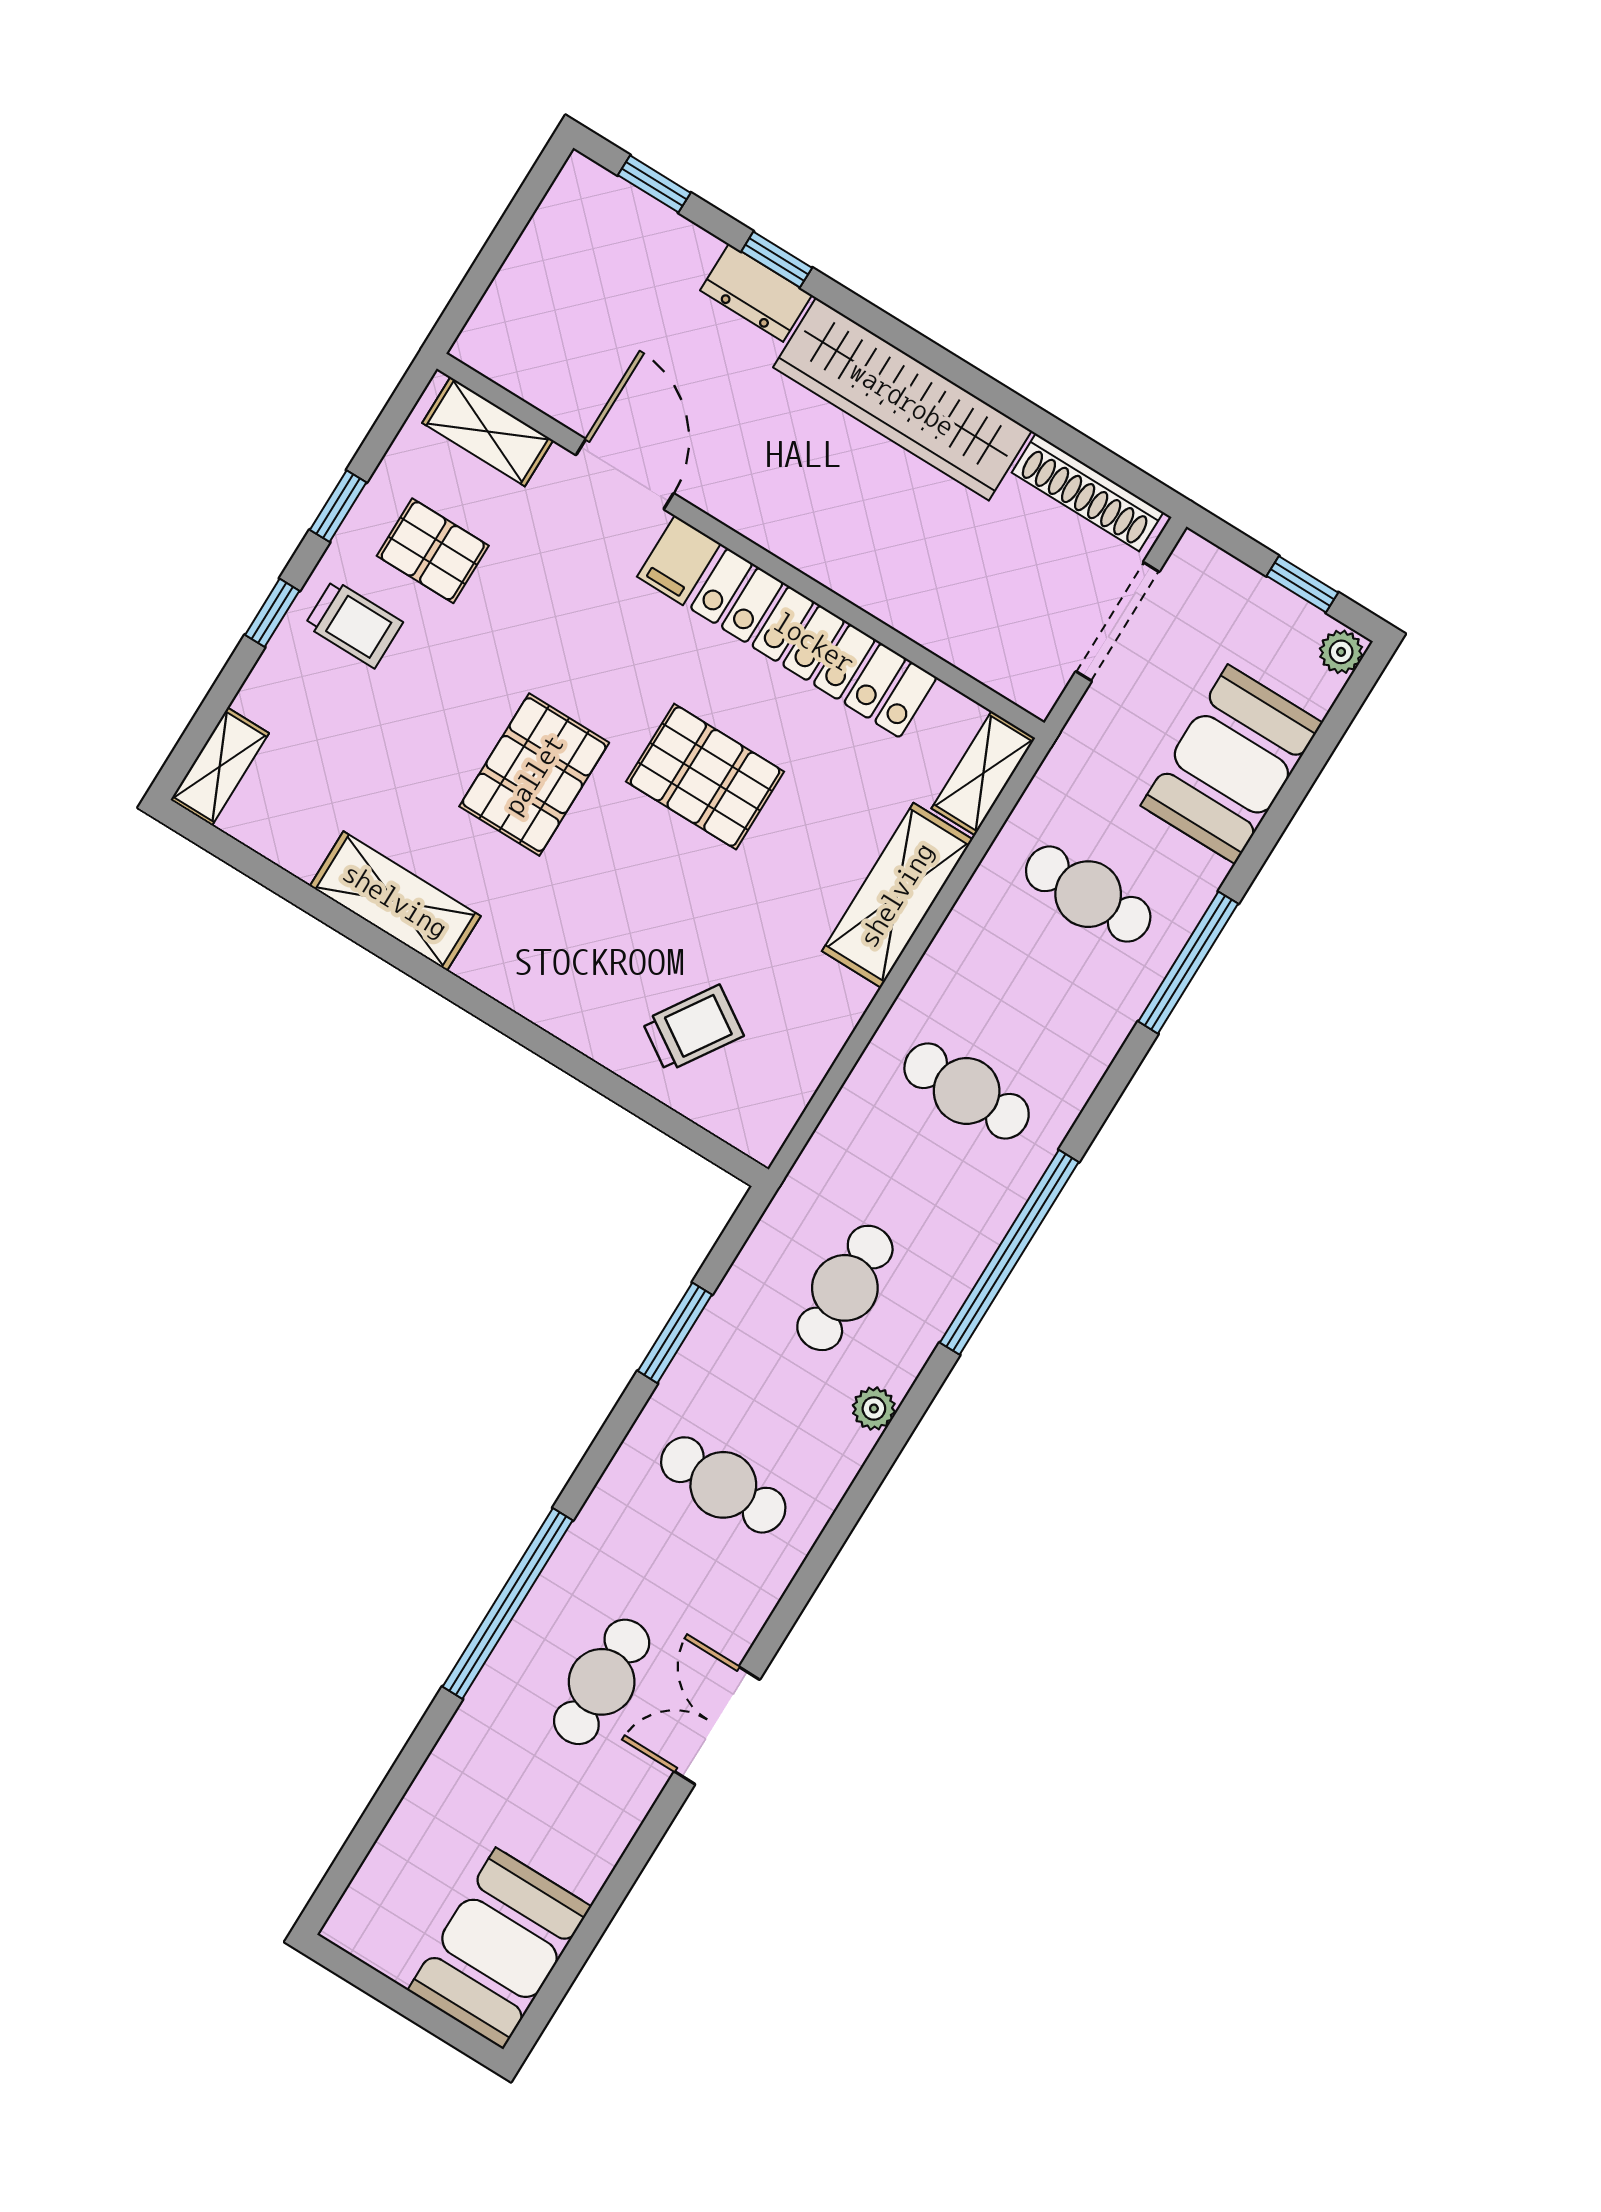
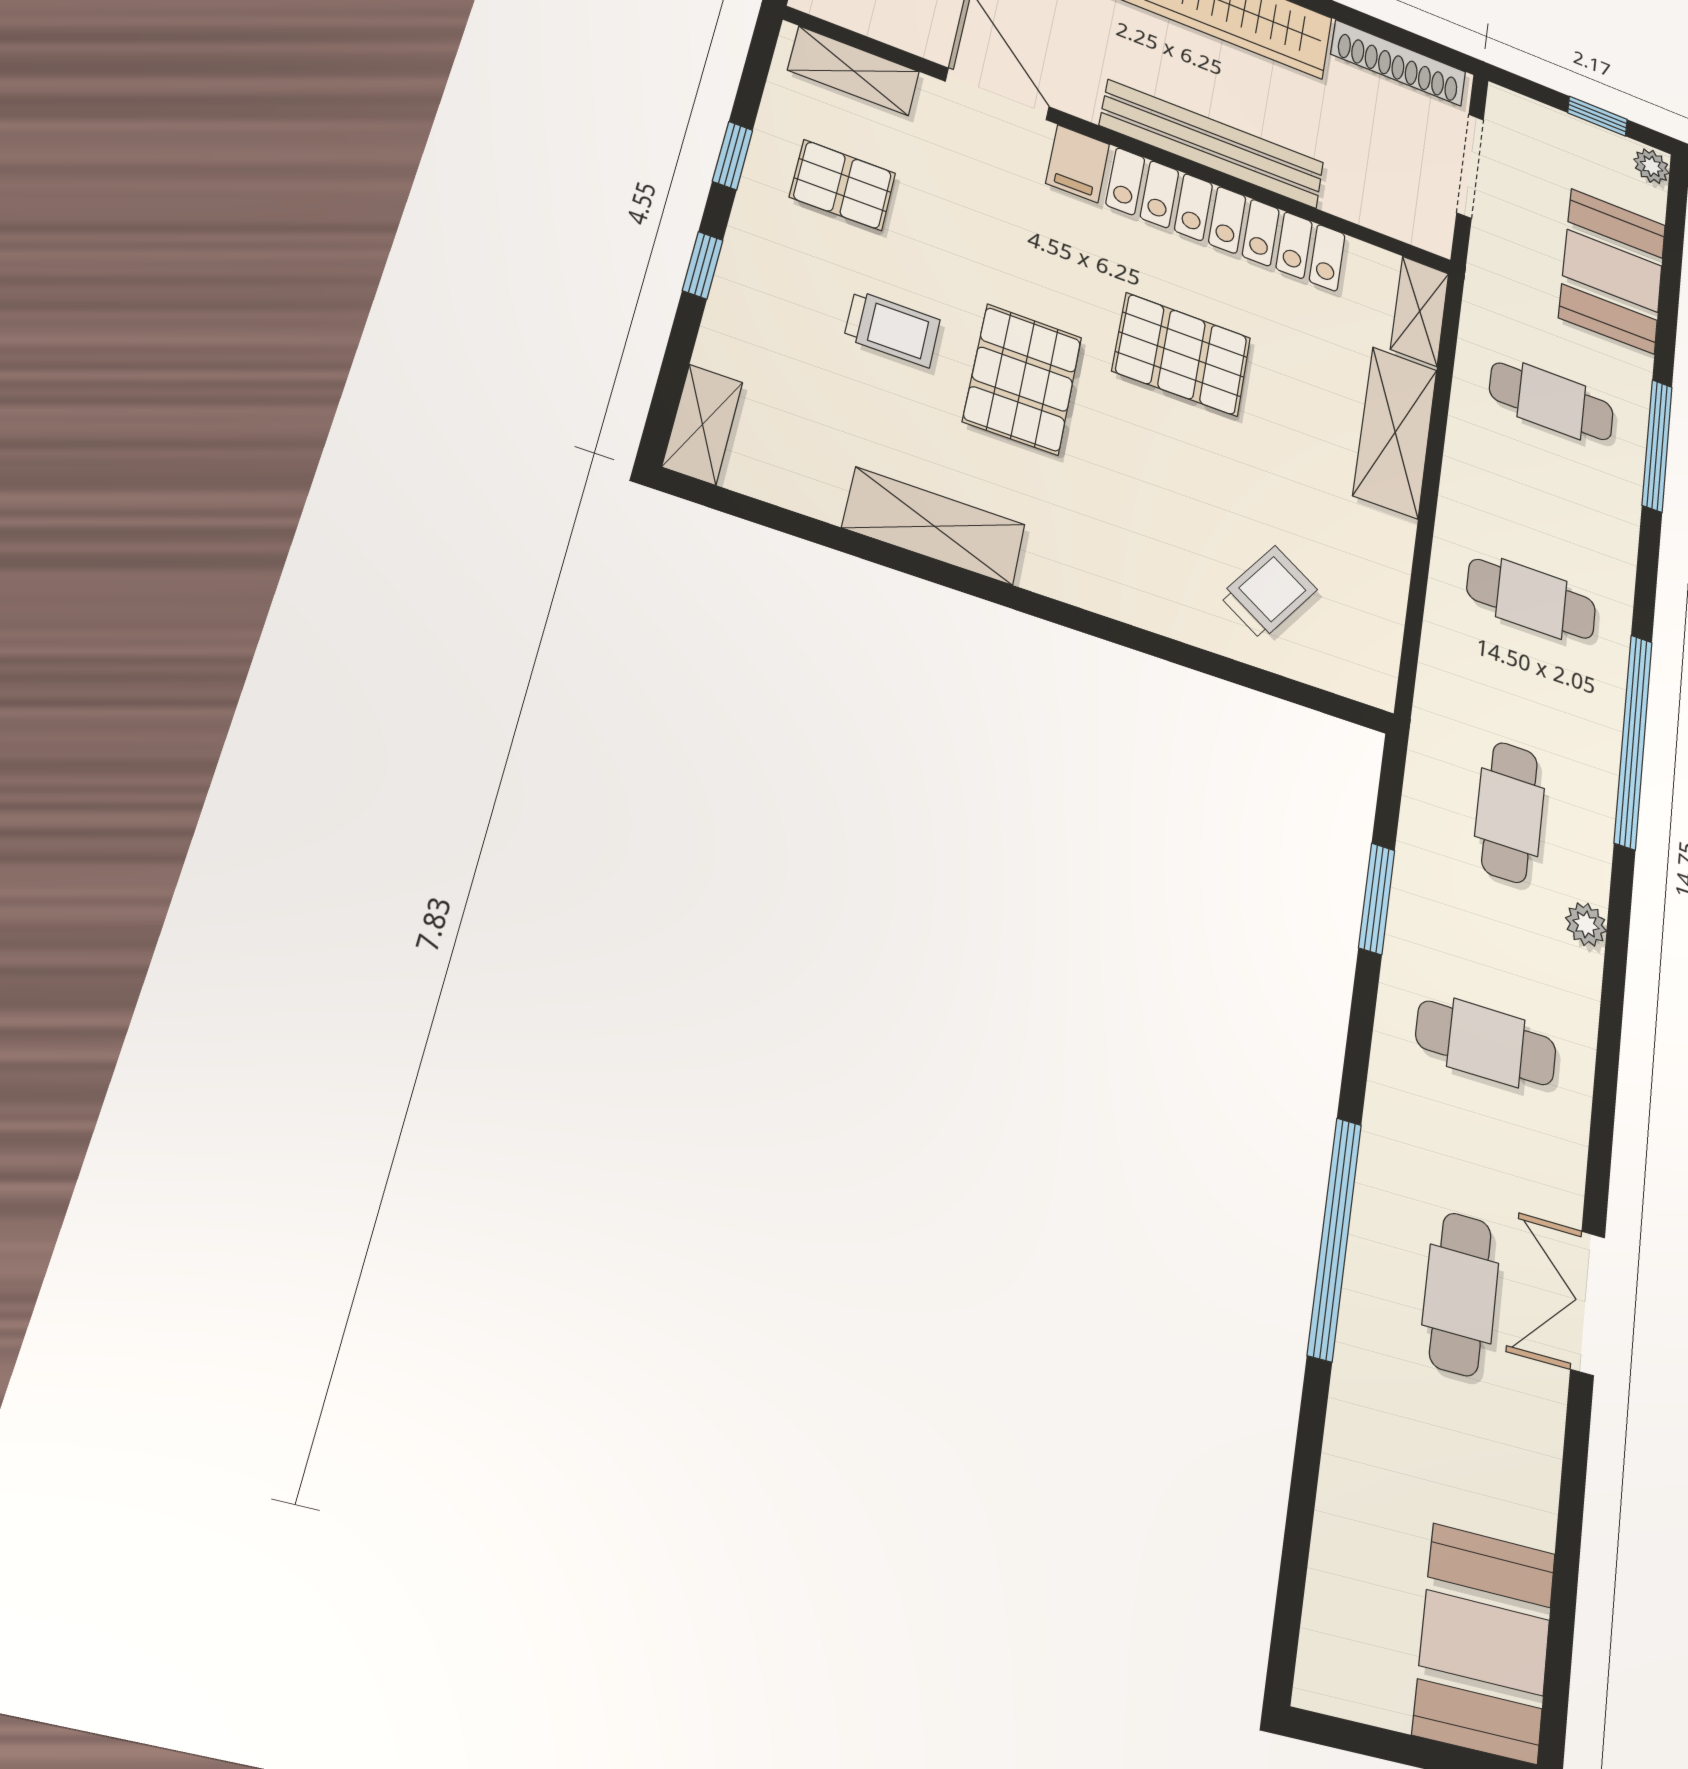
bench: (833, 558) -> (1213, 144), added
trolley: (354, 624) -> (892, 329), moved

